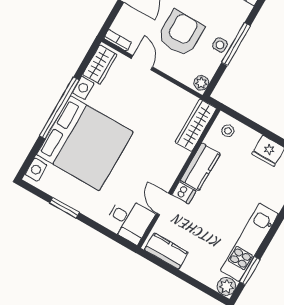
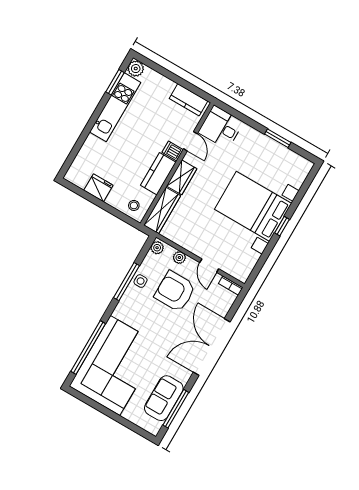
armchair: (181, 33) -> (175, 291), turned 90
wardrobe: (100, 65) -> (182, 177), moved, turned 180
plant: (176, 72) -> (179, 258), added
window: (59, 108) -> (282, 226), width x0.32
bed with nightstands: (85, 143) -> (253, 206), width x0.73

